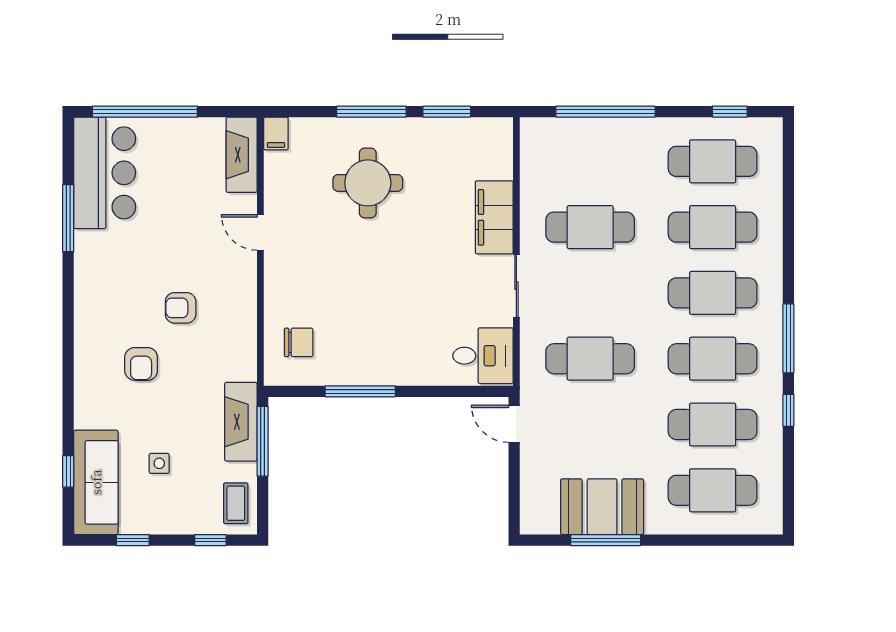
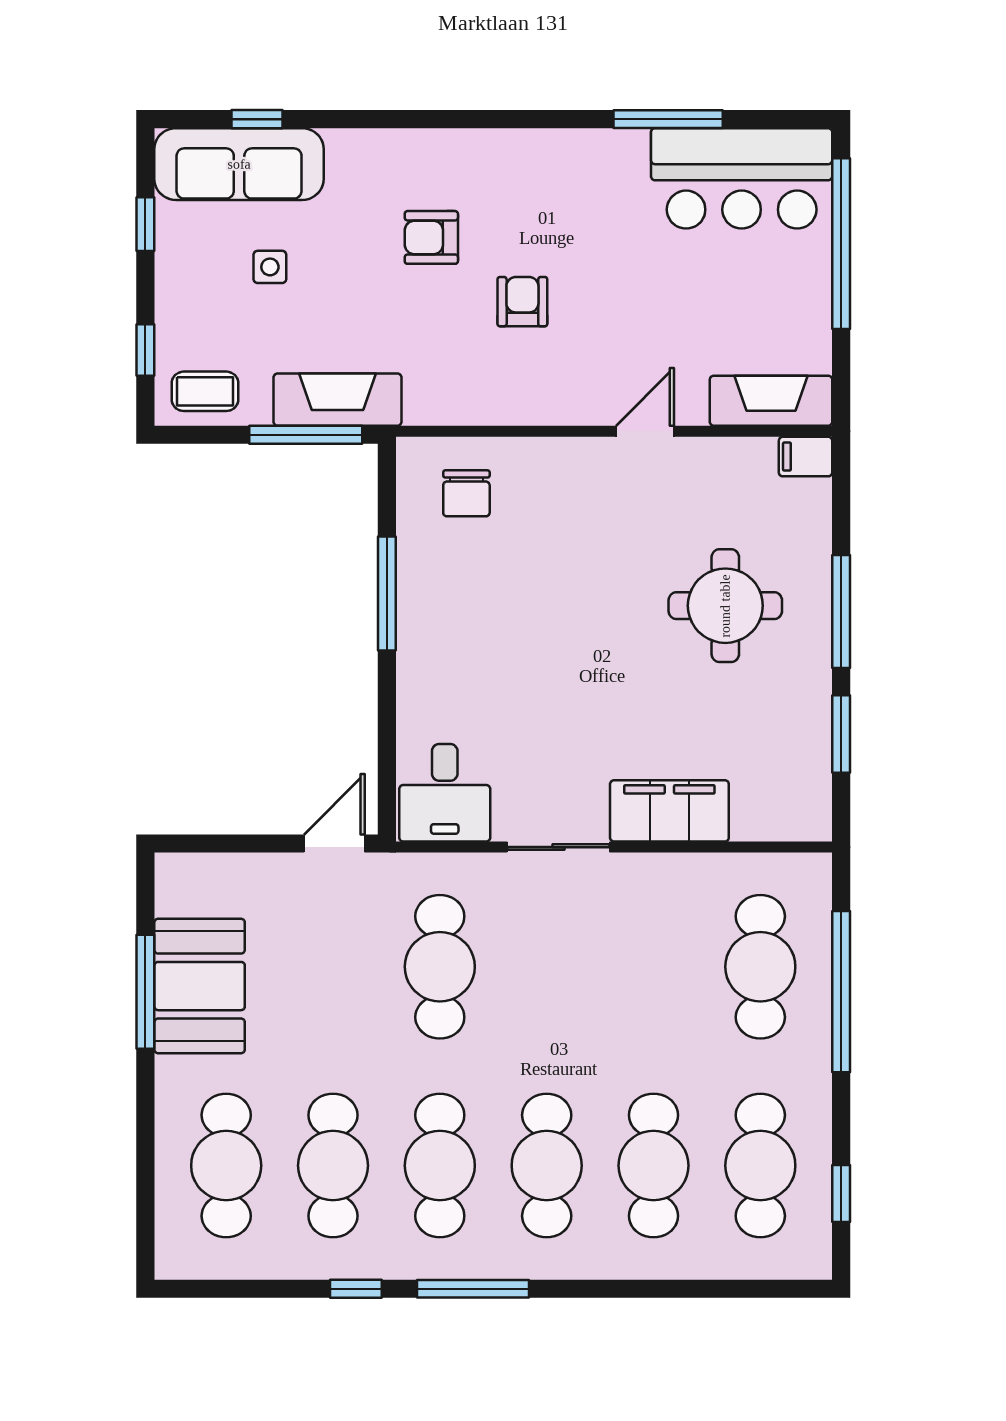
cafe table: (590, 227) -> (760, 967), moved

